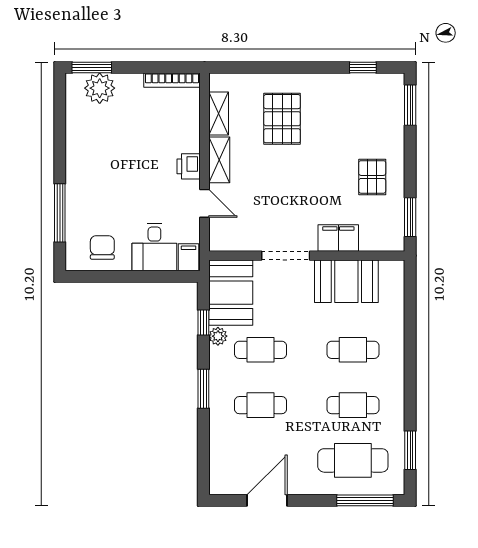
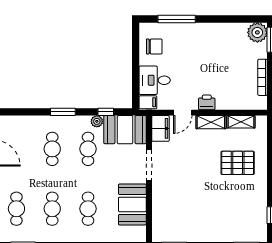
bookcase: (172, 80) -> (263, 77), moved
plant: (100, 88) -> (257, 32), moved
pallet: (372, 177) -> (200, 221), removed
filing cabinet: (338, 238) -> (160, 128), moved
cafe table: (353, 460) -> (16, 209), width x0.73, depth x0.74

